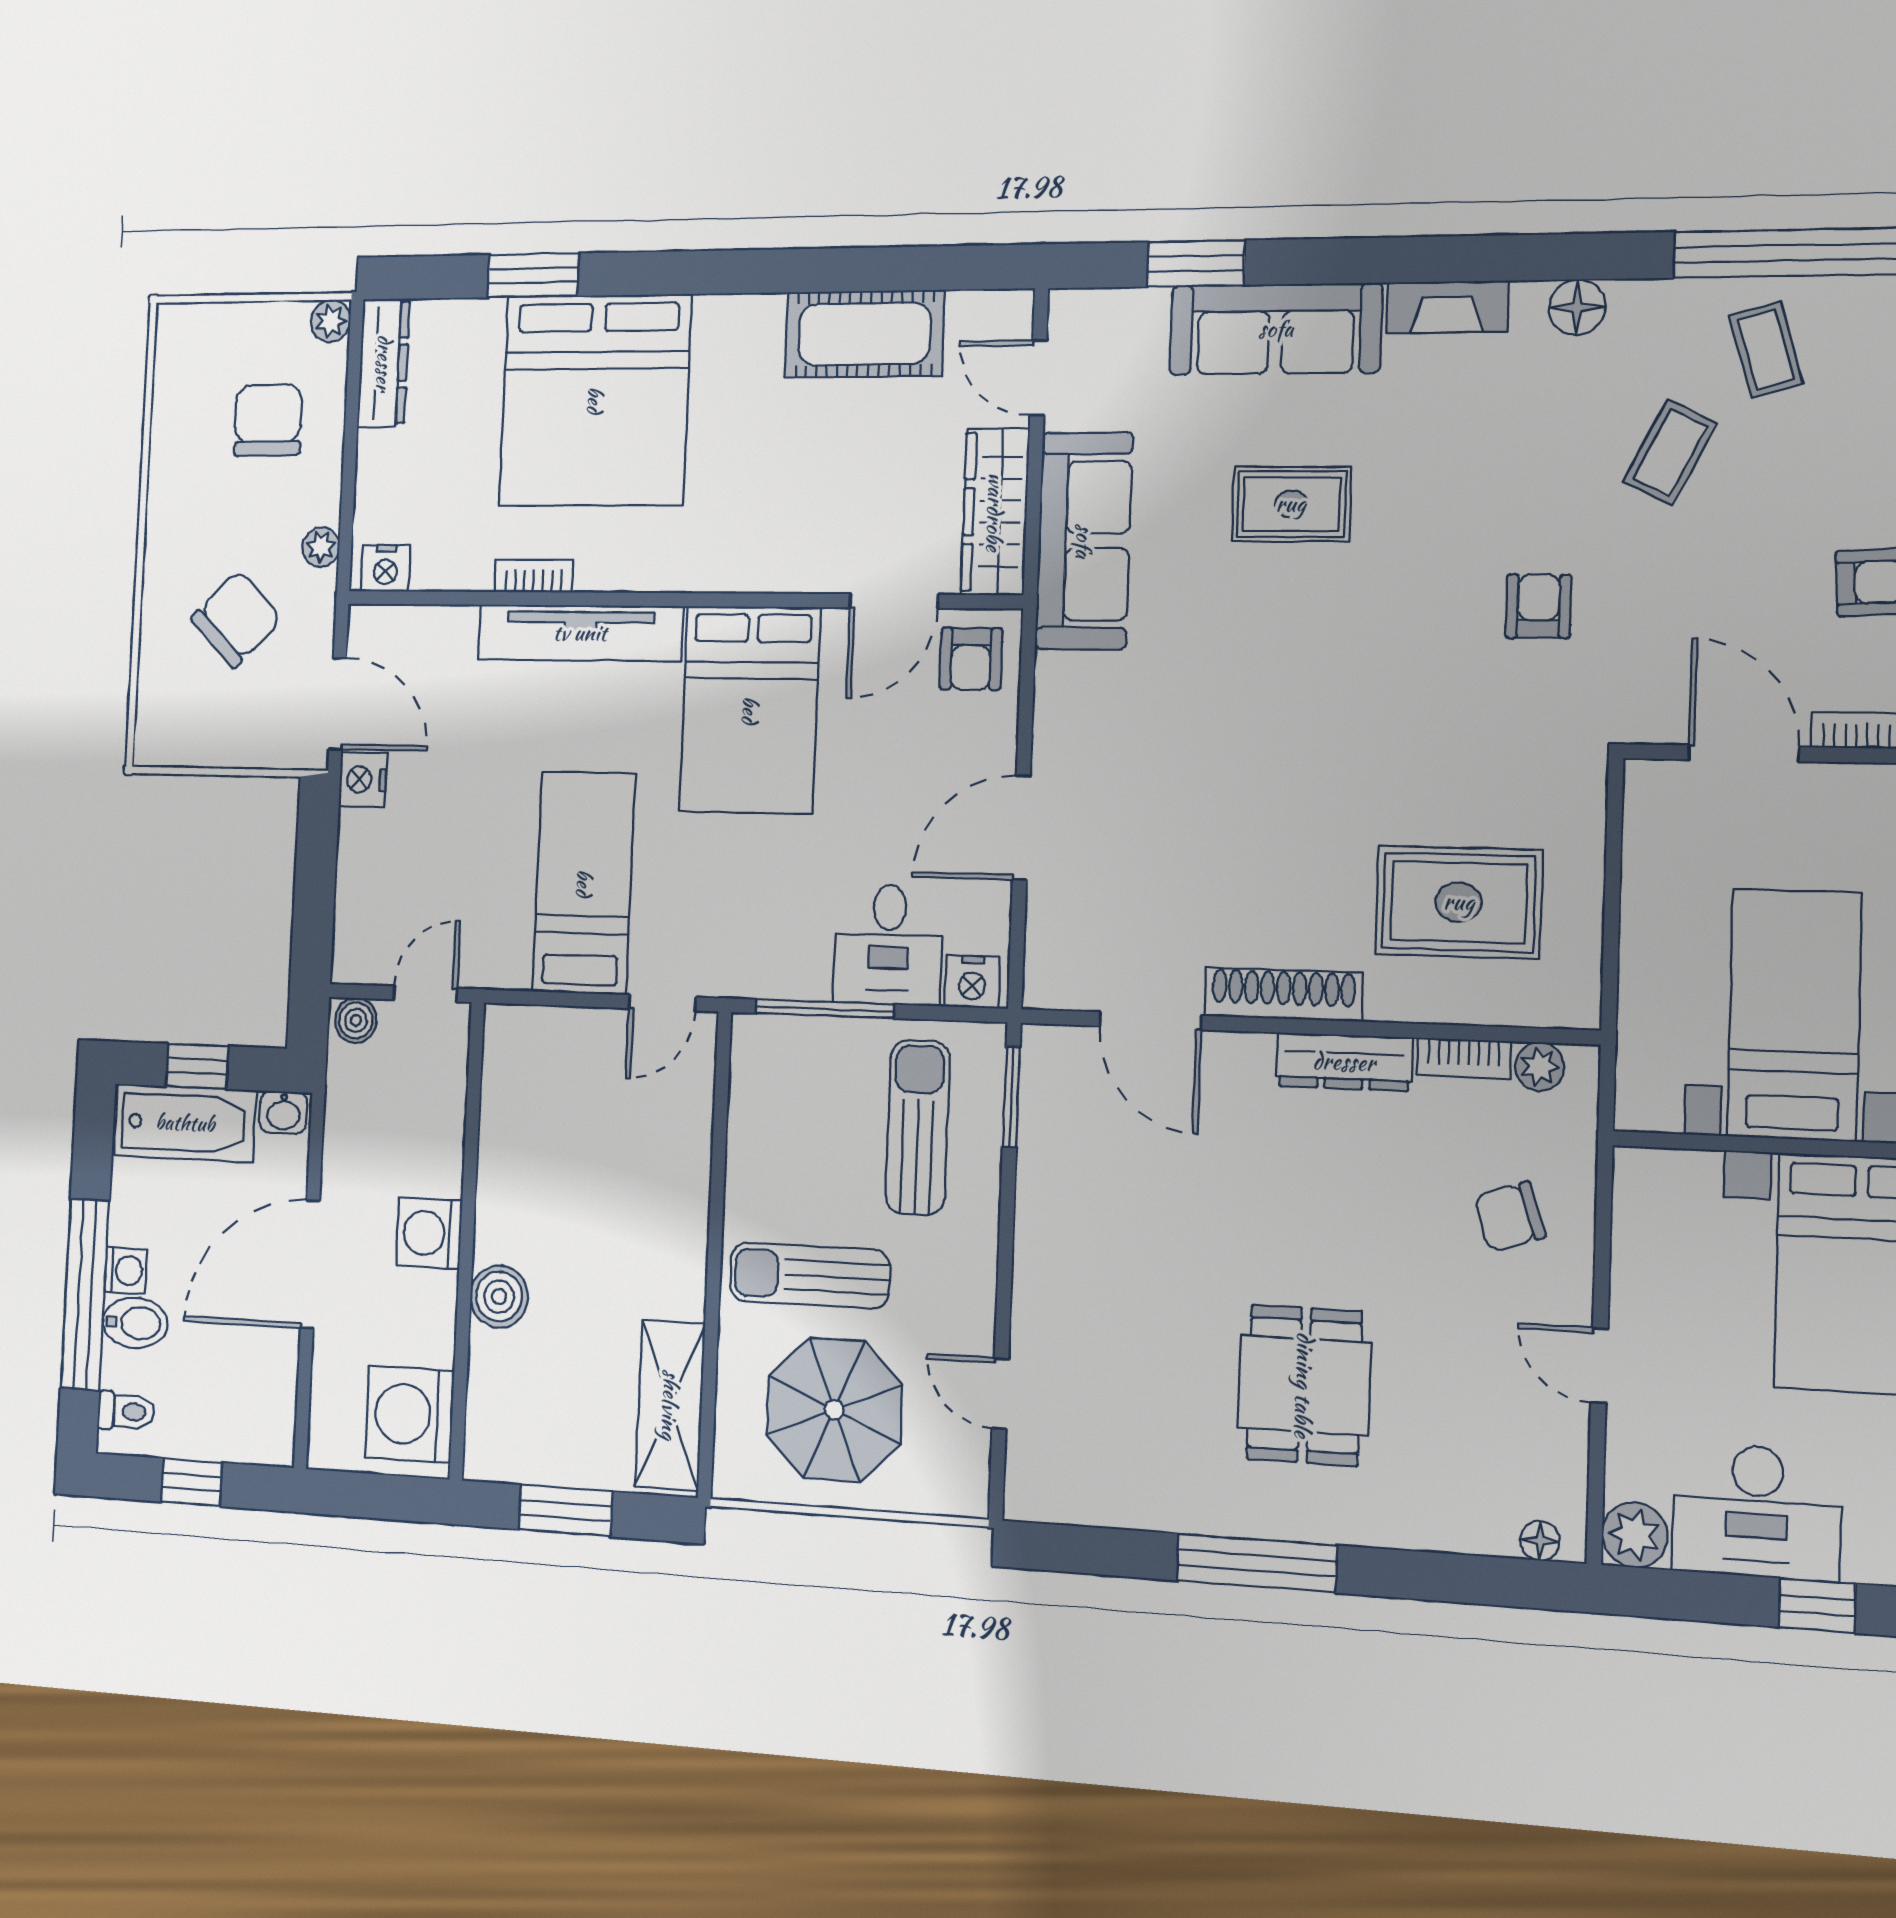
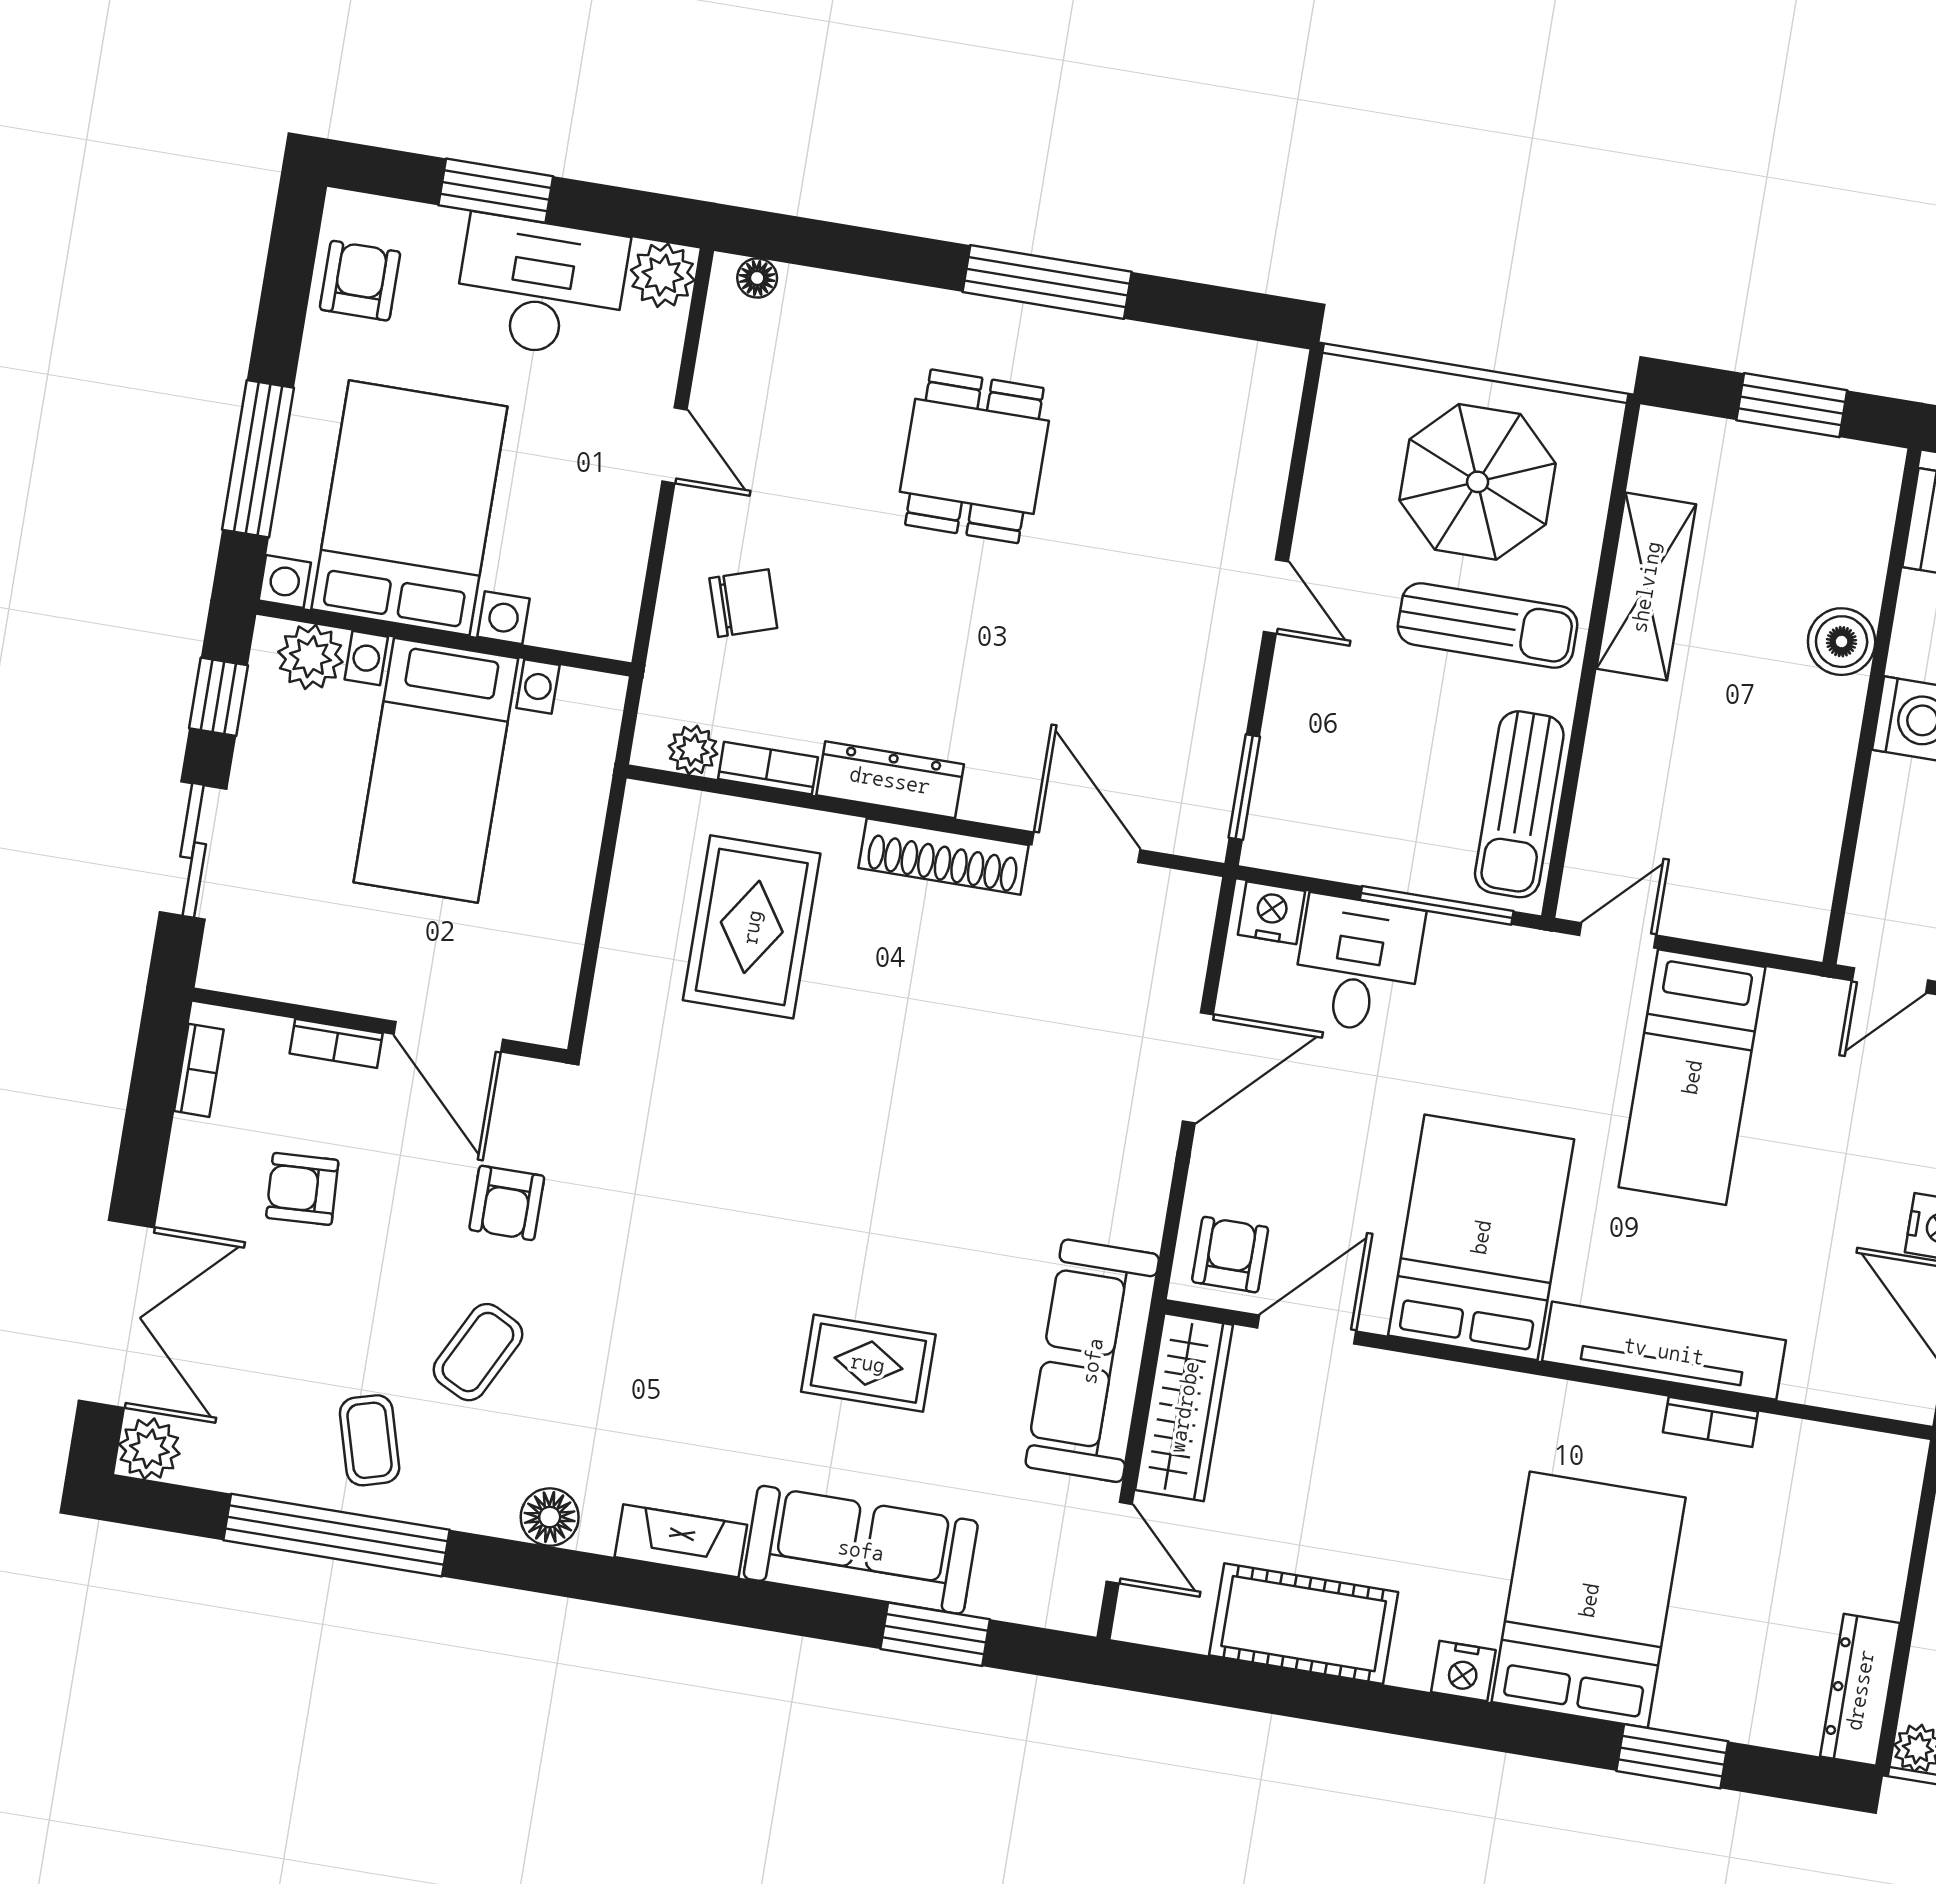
bed: (595, 400) -> (1589, 1600), width x0.73
nightstand: (385, 568) -> (1463, 1671), moved, turned 180
armchair: (1538, 606) -> (507, 1203), moved
rug: (1459, 902) -> (752, 927), turned 90
sun lounger: (918, 1127) -> (1519, 804), moved
door: (1000, 1394) -> (1276, 597), moved
shelving: (670, 1405) -> (1646, 587), moved
window: (1817, 1606) -> (496, 191), width x1.50

